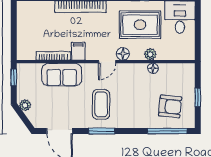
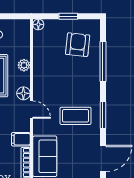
floor lamp: (153, 68) -> (38, 24), moved
window: (167, 131) -> (103, 61), moved

